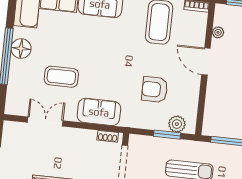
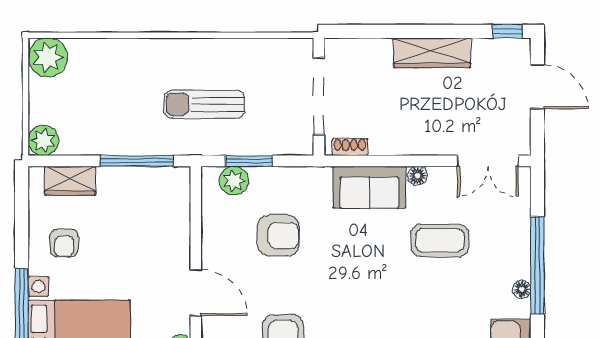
floor lamp: (21, 49) -> (522, 289), width x0.53, depth x0.53
floor lamp: (70, 116) -> (418, 176), added
double door: (45, 122) -> (488, 161), moved

